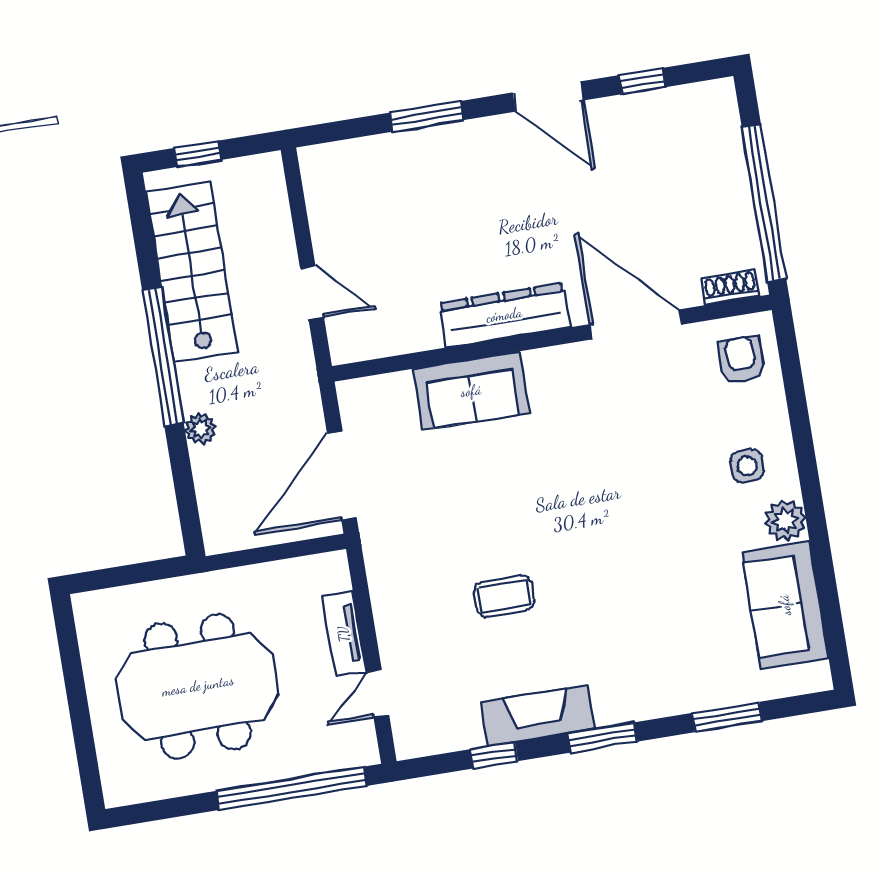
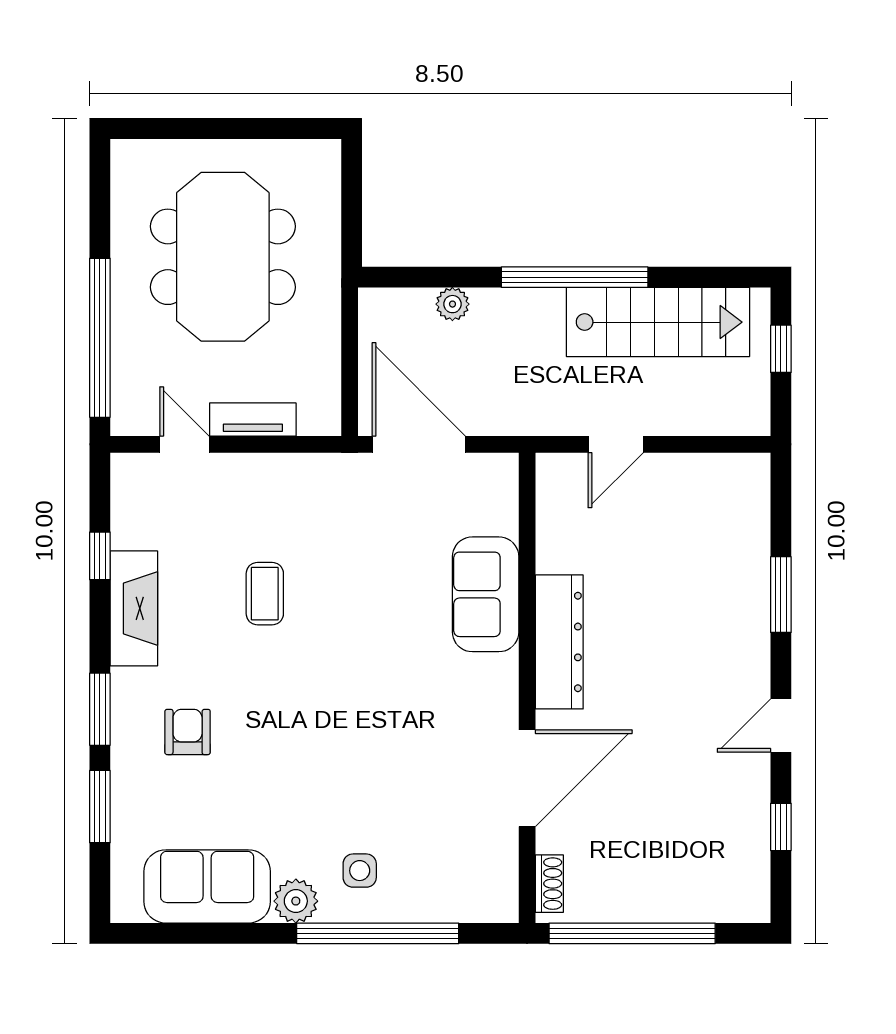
door: (548, 96) -> (781, 726), width x0.73
armchair: (741, 359) -> (188, 732), moved, turned -90
plant: (200, 429) -> (452, 304), moved
window: (803, 440) -> (378, 933), added
window: (602, 737) -> (100, 709), moved

